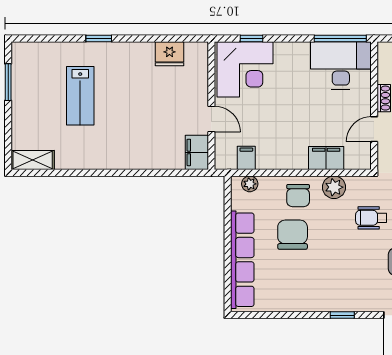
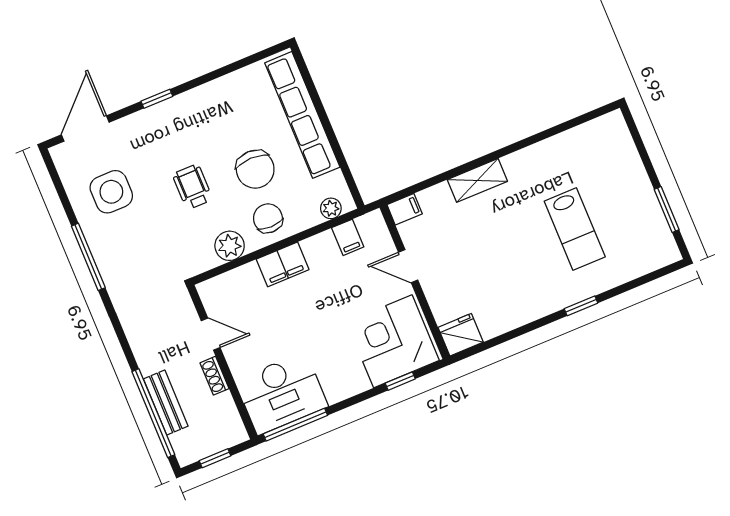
fridge: (170, 54) -> (461, 335), moved
lab bench: (80, 96) -> (575, 229), turned 180
door: (374, 129) -> (211, 334), hinge flipped
filing cabinet: (197, 152) -> (405, 209), width x0.50
filing cabinet: (326, 158) -> (283, 264), moved
shelving: (33, 160) -> (477, 180), moved
wheelchair: (371, 218) -> (192, 187), moved, turned -90

